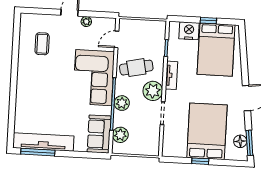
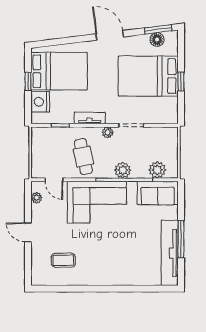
plant: (86, 22) -> (37, 198), moved
plant: (153, 91) -> (108, 132), width x0.53, depth x0.53
window: (38, 152) -> (181, 239), moved

